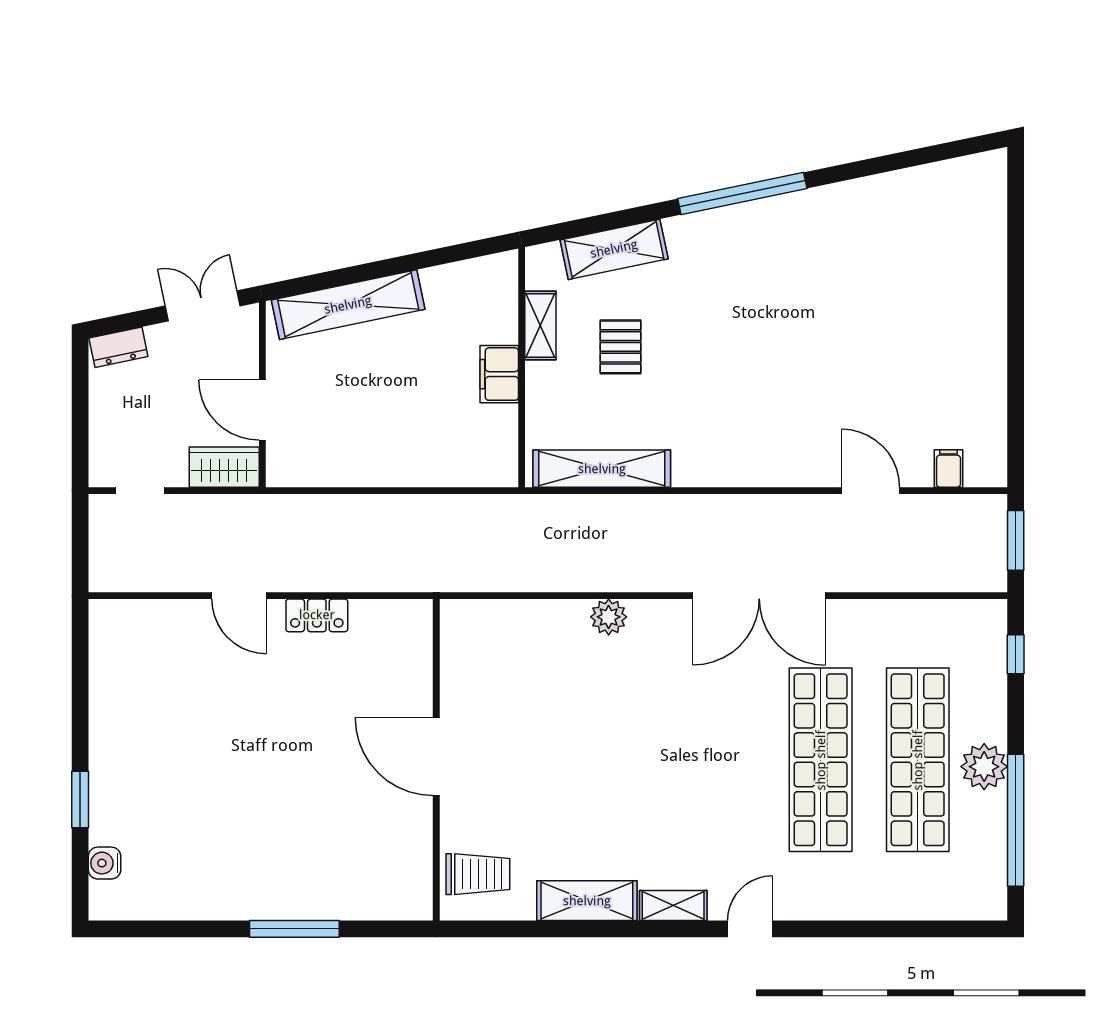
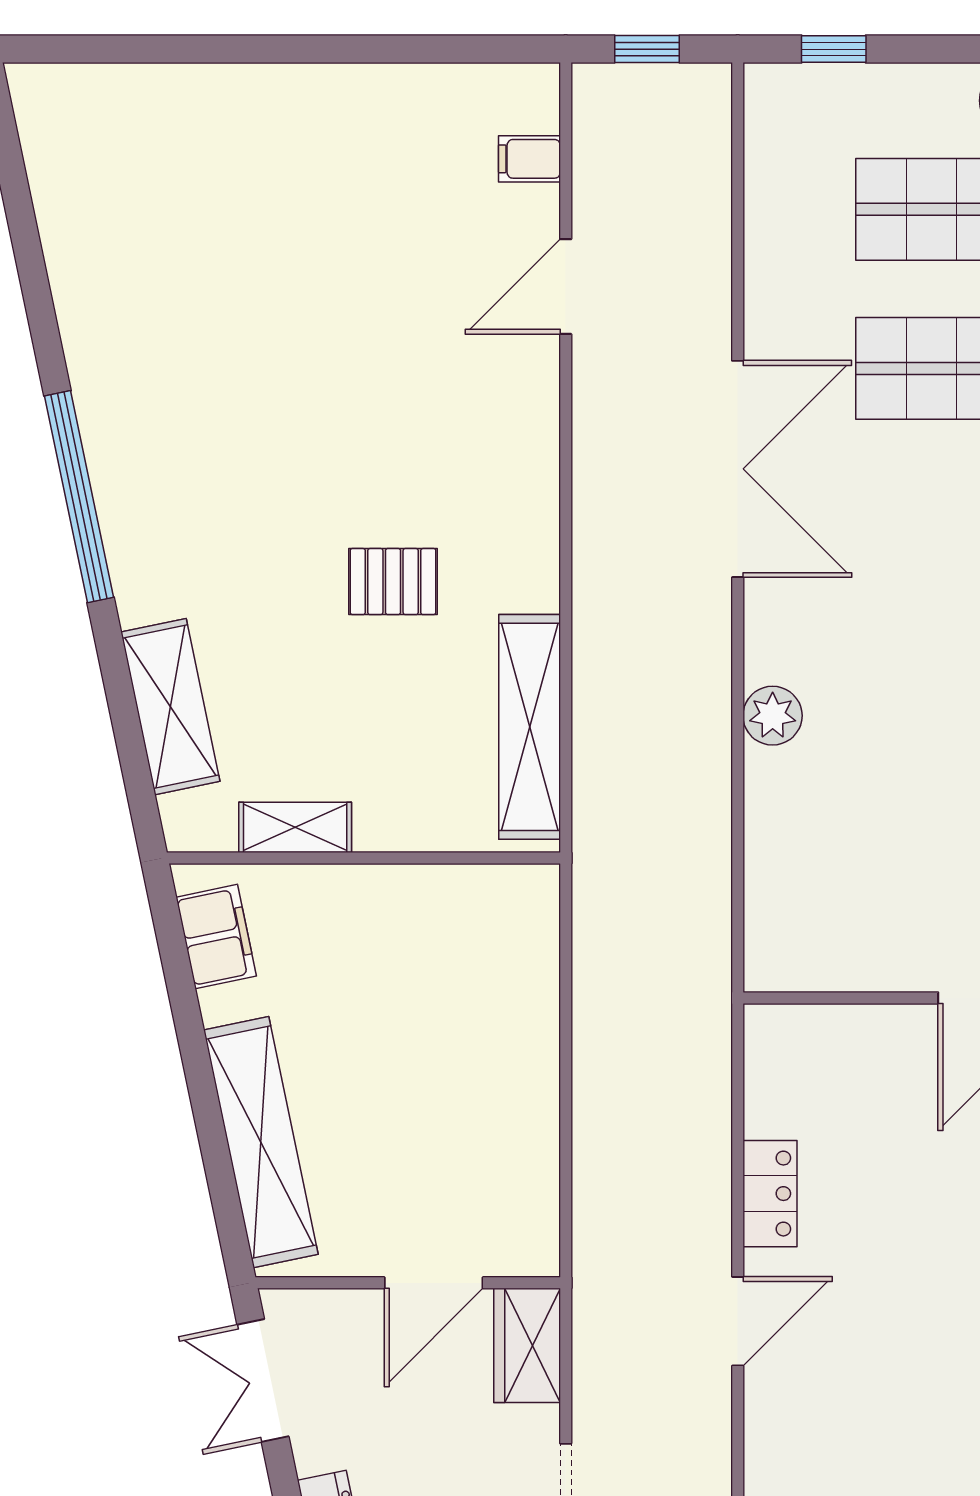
pallet: (620, 347) -> (393, 582), moved
filing cabinet: (499, 374) -> (216, 937), moved, turned -102
window: (1016, 540) -> (647, 49), width x0.67

